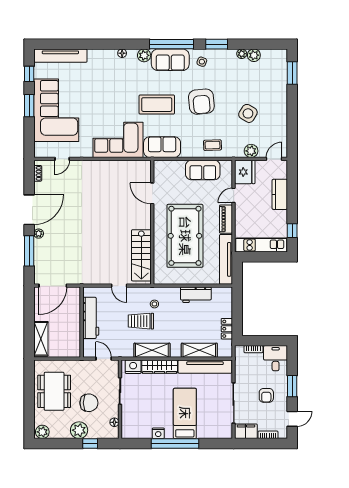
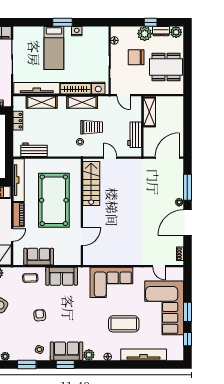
window: (172, 44) -> (65, 365), width x0.47
tv unit: (60, 56) -> (144, 355), moved
armchair: (201, 102) -> (40, 315), width x0.53, depth x0.53
coffee table: (157, 105) -> (124, 324), moved
sofa: (162, 147) -> (62, 276), moved
door: (62, 159) -> (159, 266), swing flipped
door: (152, 193) -> (82, 237), hinge flipped
workbench: (196, 295) -> (34, 150), moved
workbench: (91, 318) -> (135, 135), width x0.73
shelving: (41, 339) -> (149, 112), moved
dining table: (54, 391) -> (166, 67), turned 90
dresser: (60, 433) -> (161, 31), added
window: (90, 443) -> (151, 22), moved
window: (175, 443) -> (62, 22), width x0.47

